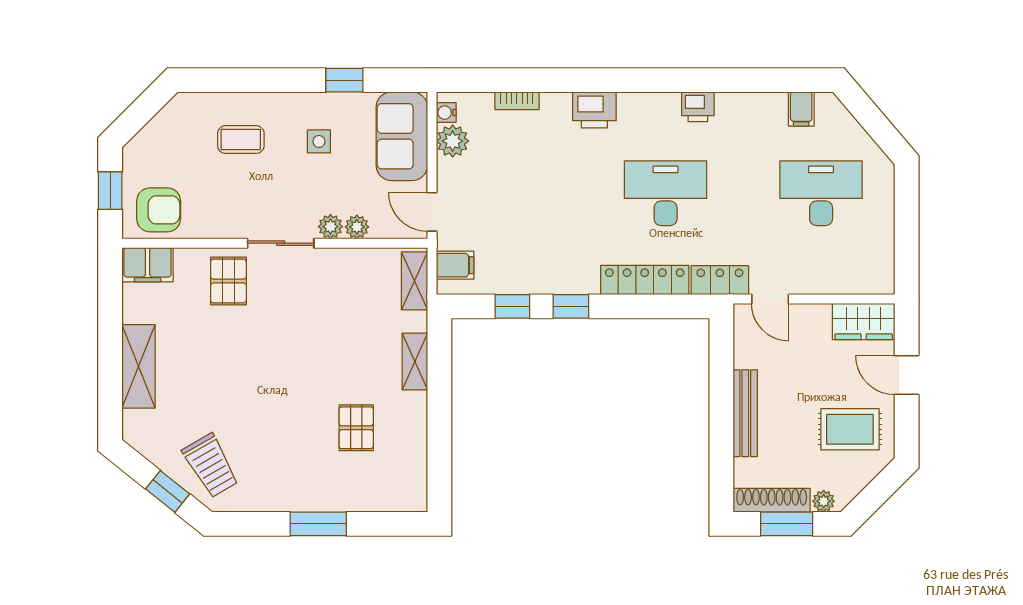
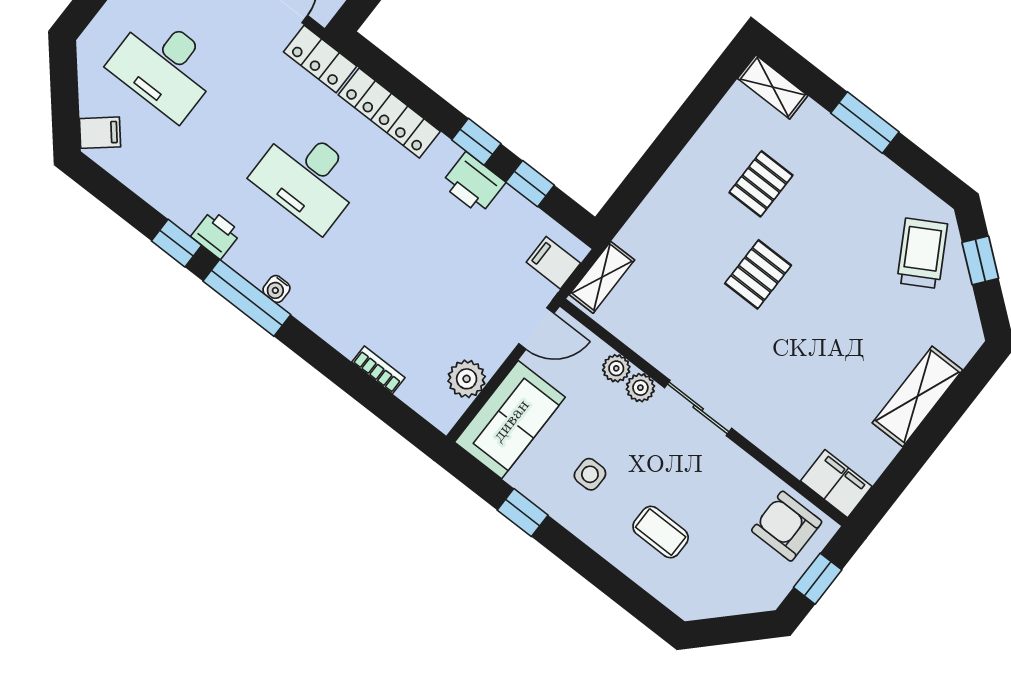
window: (644, 80) -> (247, 298), added
window: (720, 80) -> (177, 243), added
filing cabinet: (801, 109) -> (100, 133), moved, turned 50
printer: (594, 110) -> (473, 183), moved, turned 180
water cooler: (446, 113) -> (276, 289), moved, turned 90
door: (432, 212) -> (536, 328), hinge flipped
pallet: (228, 281) -> (758, 274), moved
shelving: (415, 361) -> (773, 87), moved, turned 90

